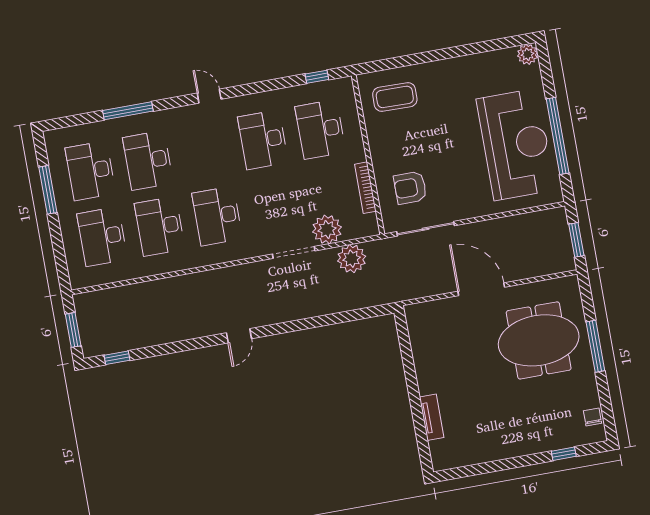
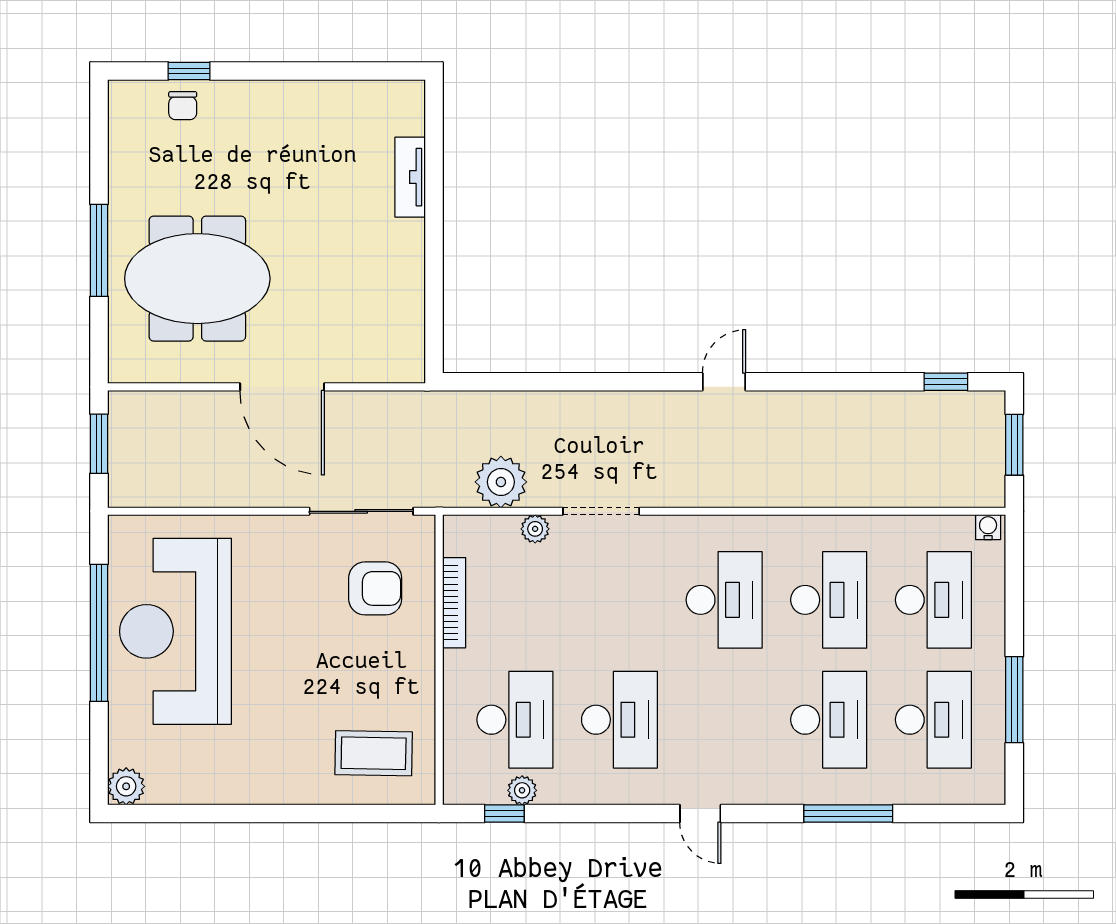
plant: (309, 91) -> (522, 790), added
plant: (327, 229) -> (535, 529), width x0.53, depth x0.53
water cooler: (79, 282) -> (988, 527), added
chair: (592, 417) -> (183, 106), moved

